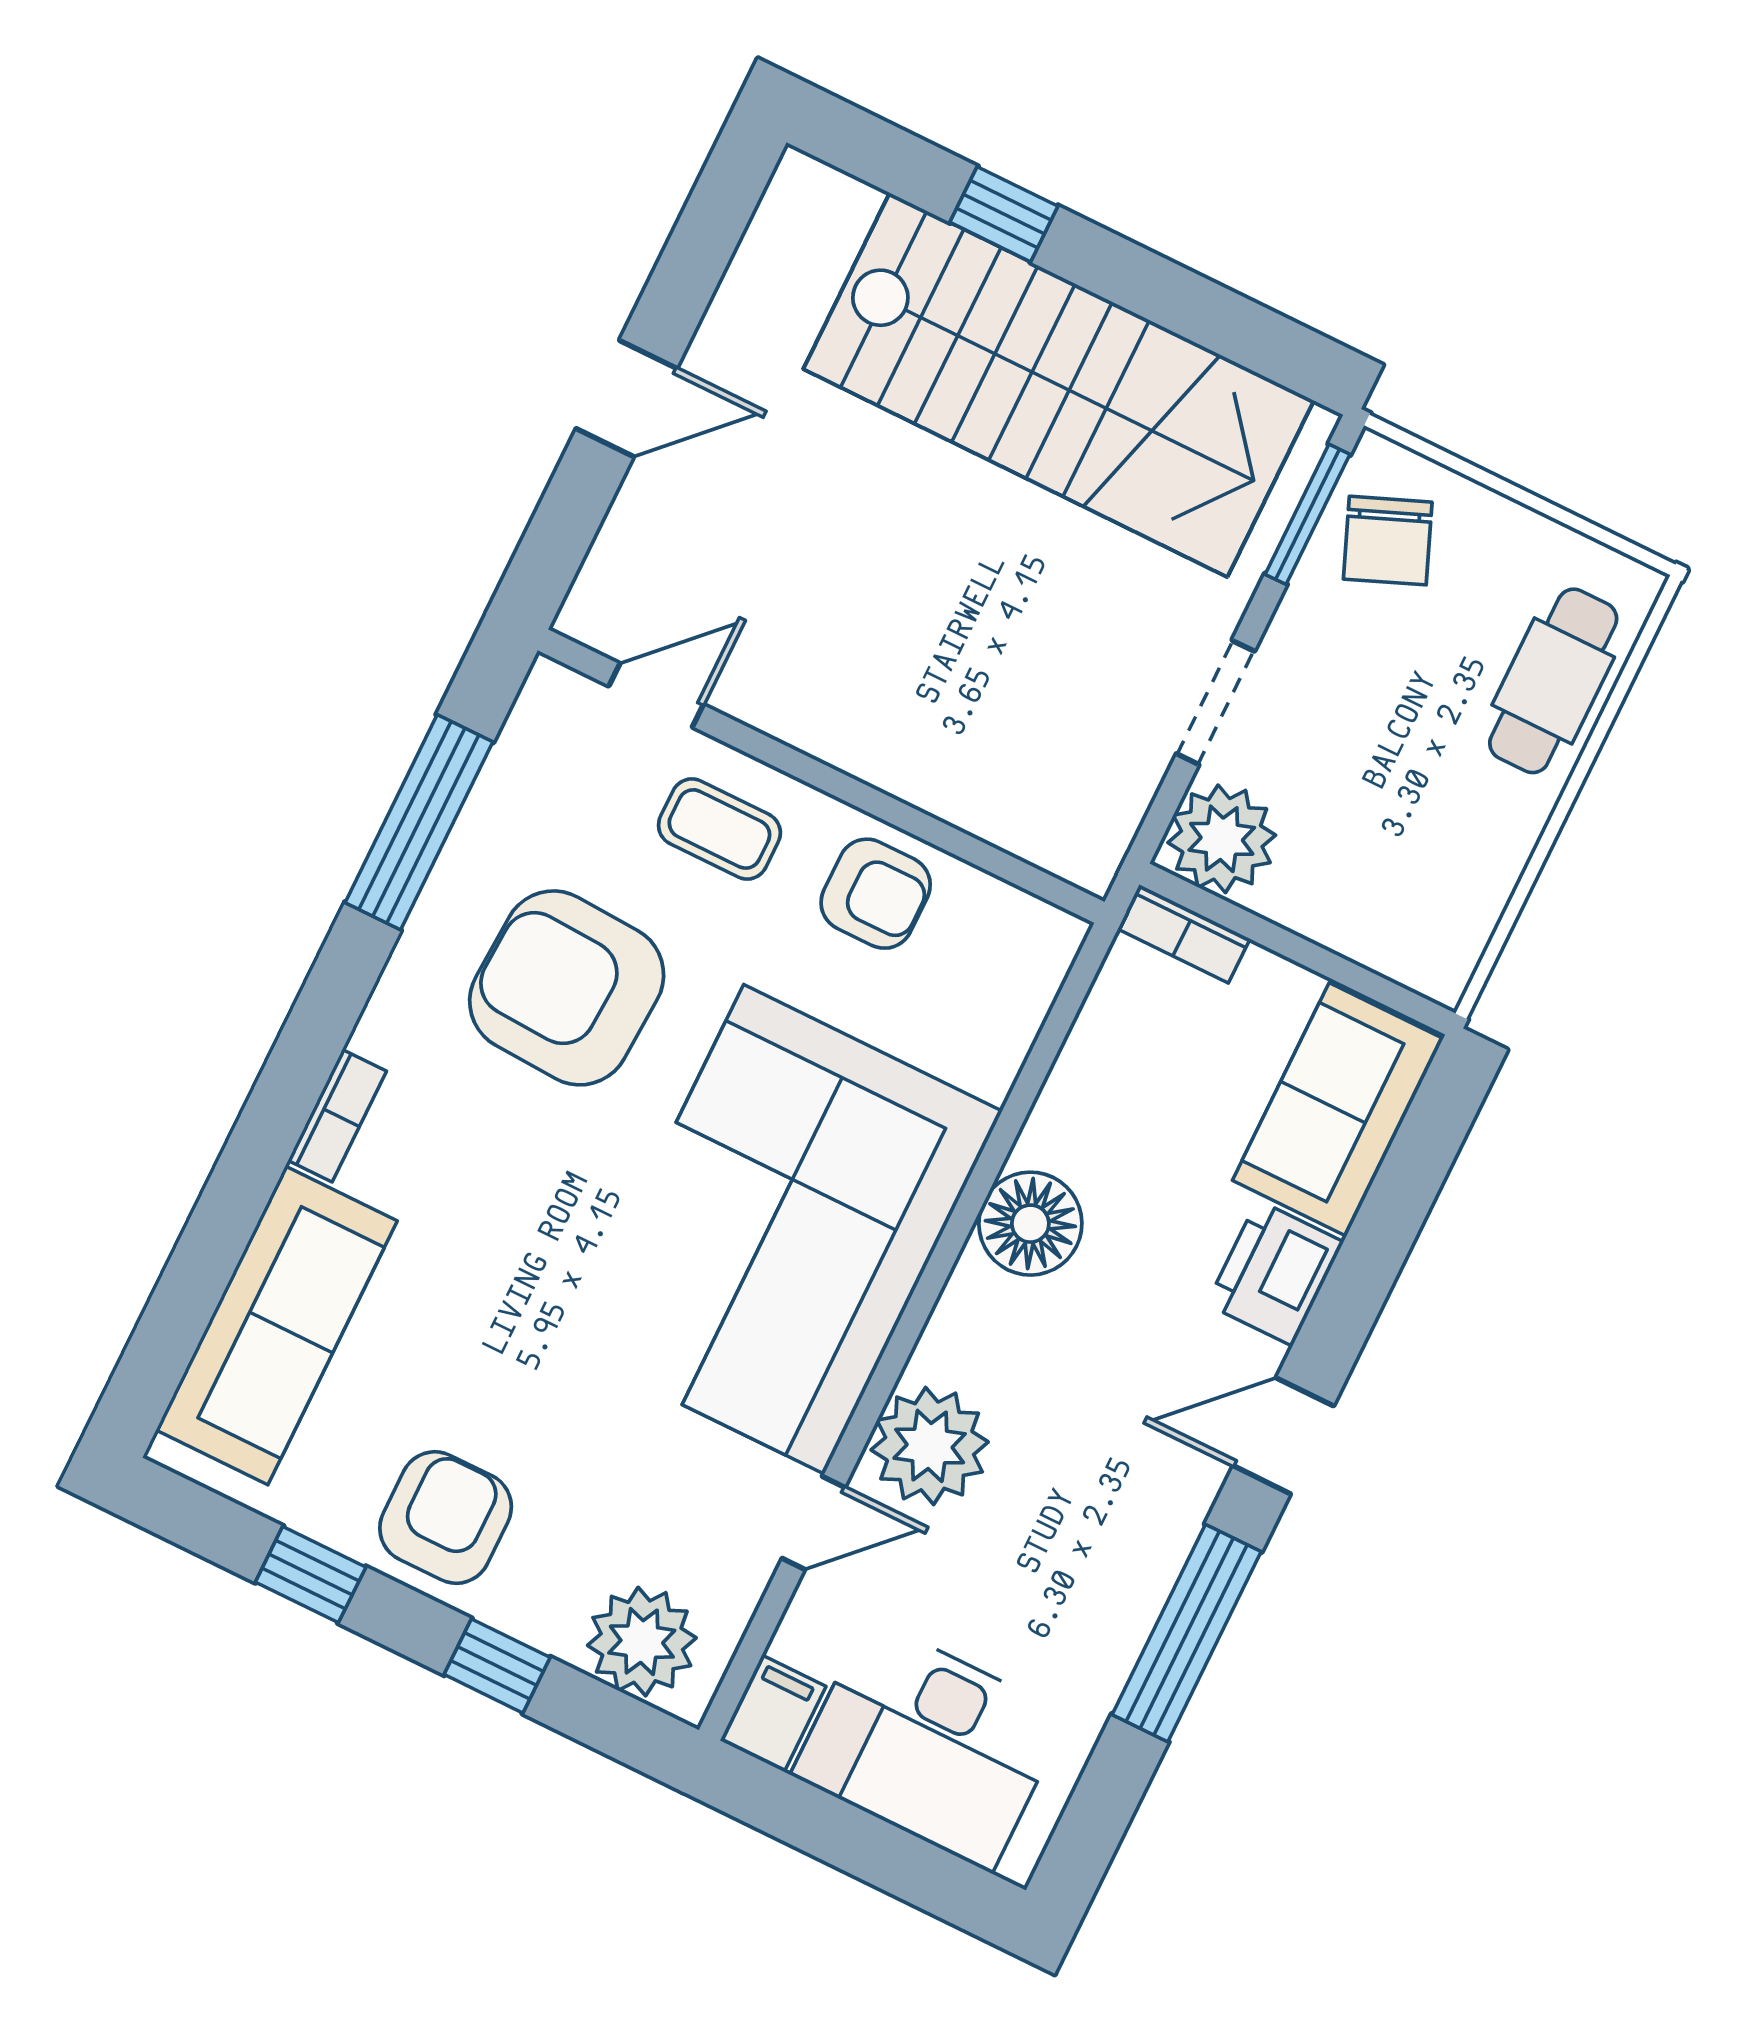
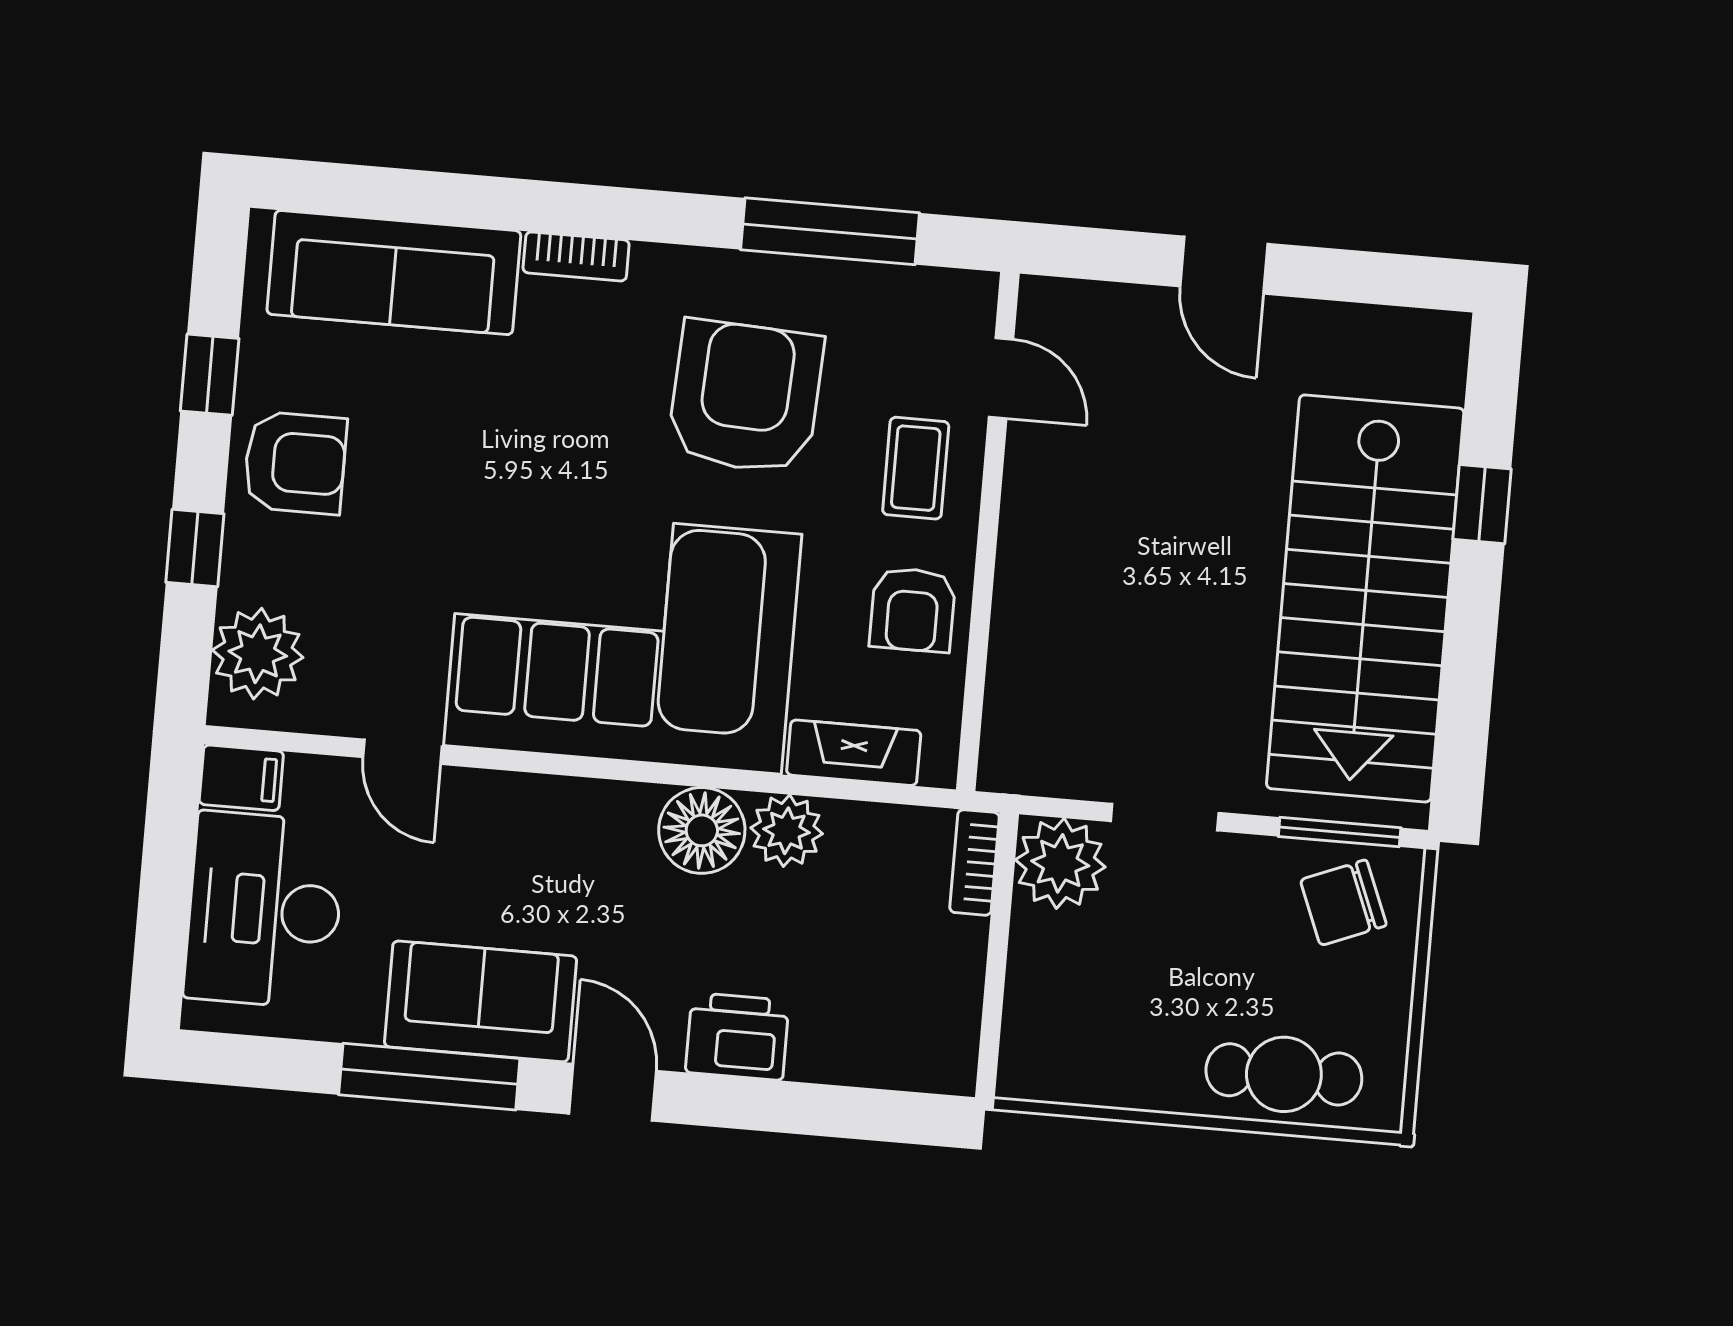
fireplace: (1009, 1021) -> (854, 753), added
sofa: (1338, 1109) -> (481, 1001), moved
plant: (930, 1446) -> (787, 831), moved, width x0.73, depth x0.73

